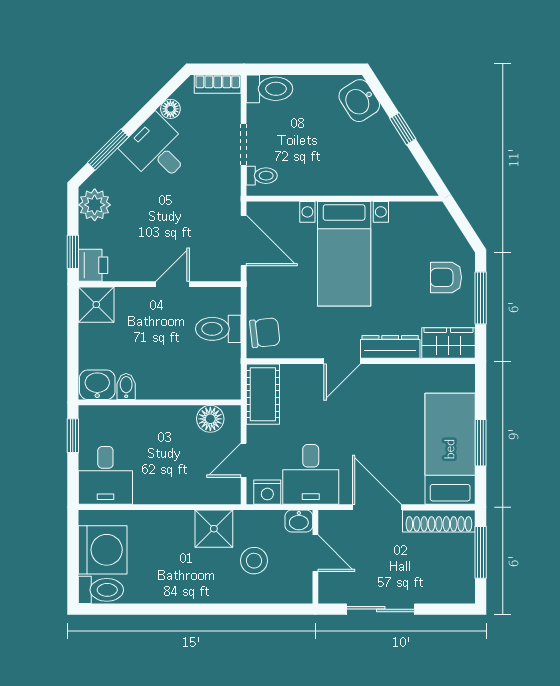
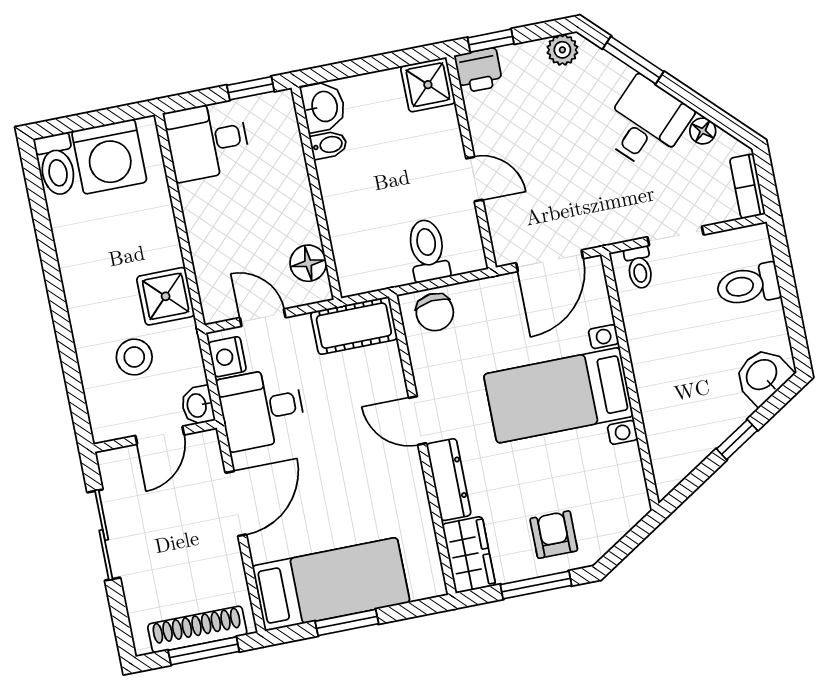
toilet: (270, 89) -> (748, 285), moved, turned 90
plant: (95, 205) -> (562, 50), width x0.73, depth x0.73
shoe rack: (439, 521) -> (197, 629), moved, turned 90

